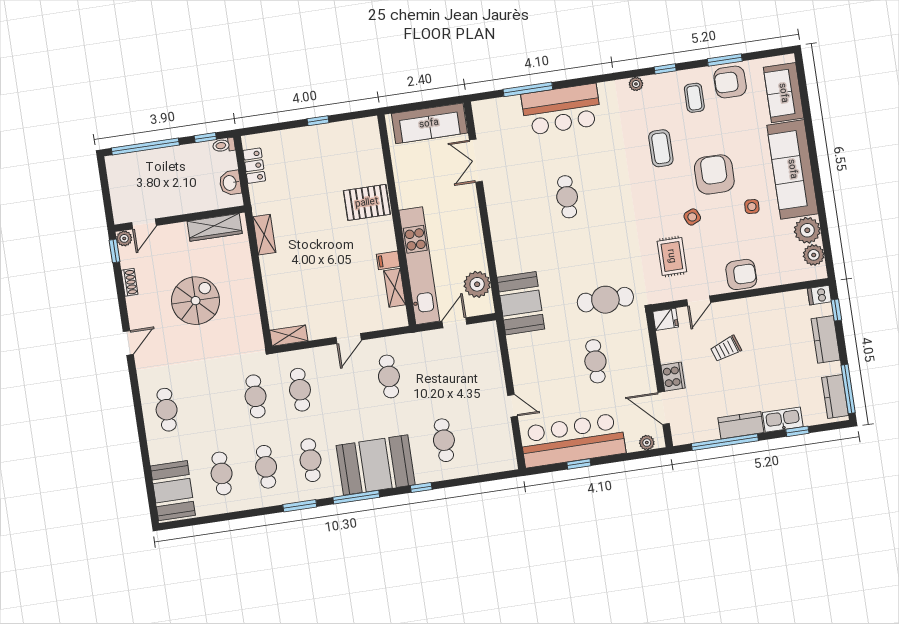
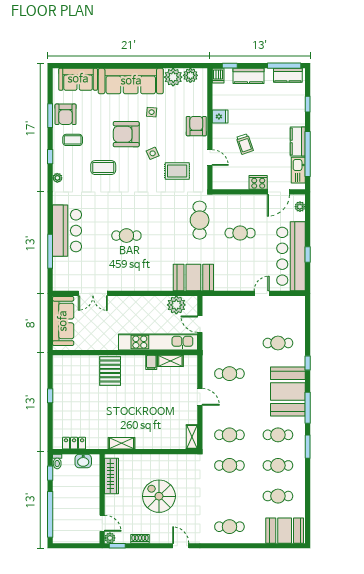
fridge: (666, 319) -> (220, 116), moved, turned 90
kitchen sink: (783, 420) -> (298, 170), moved

